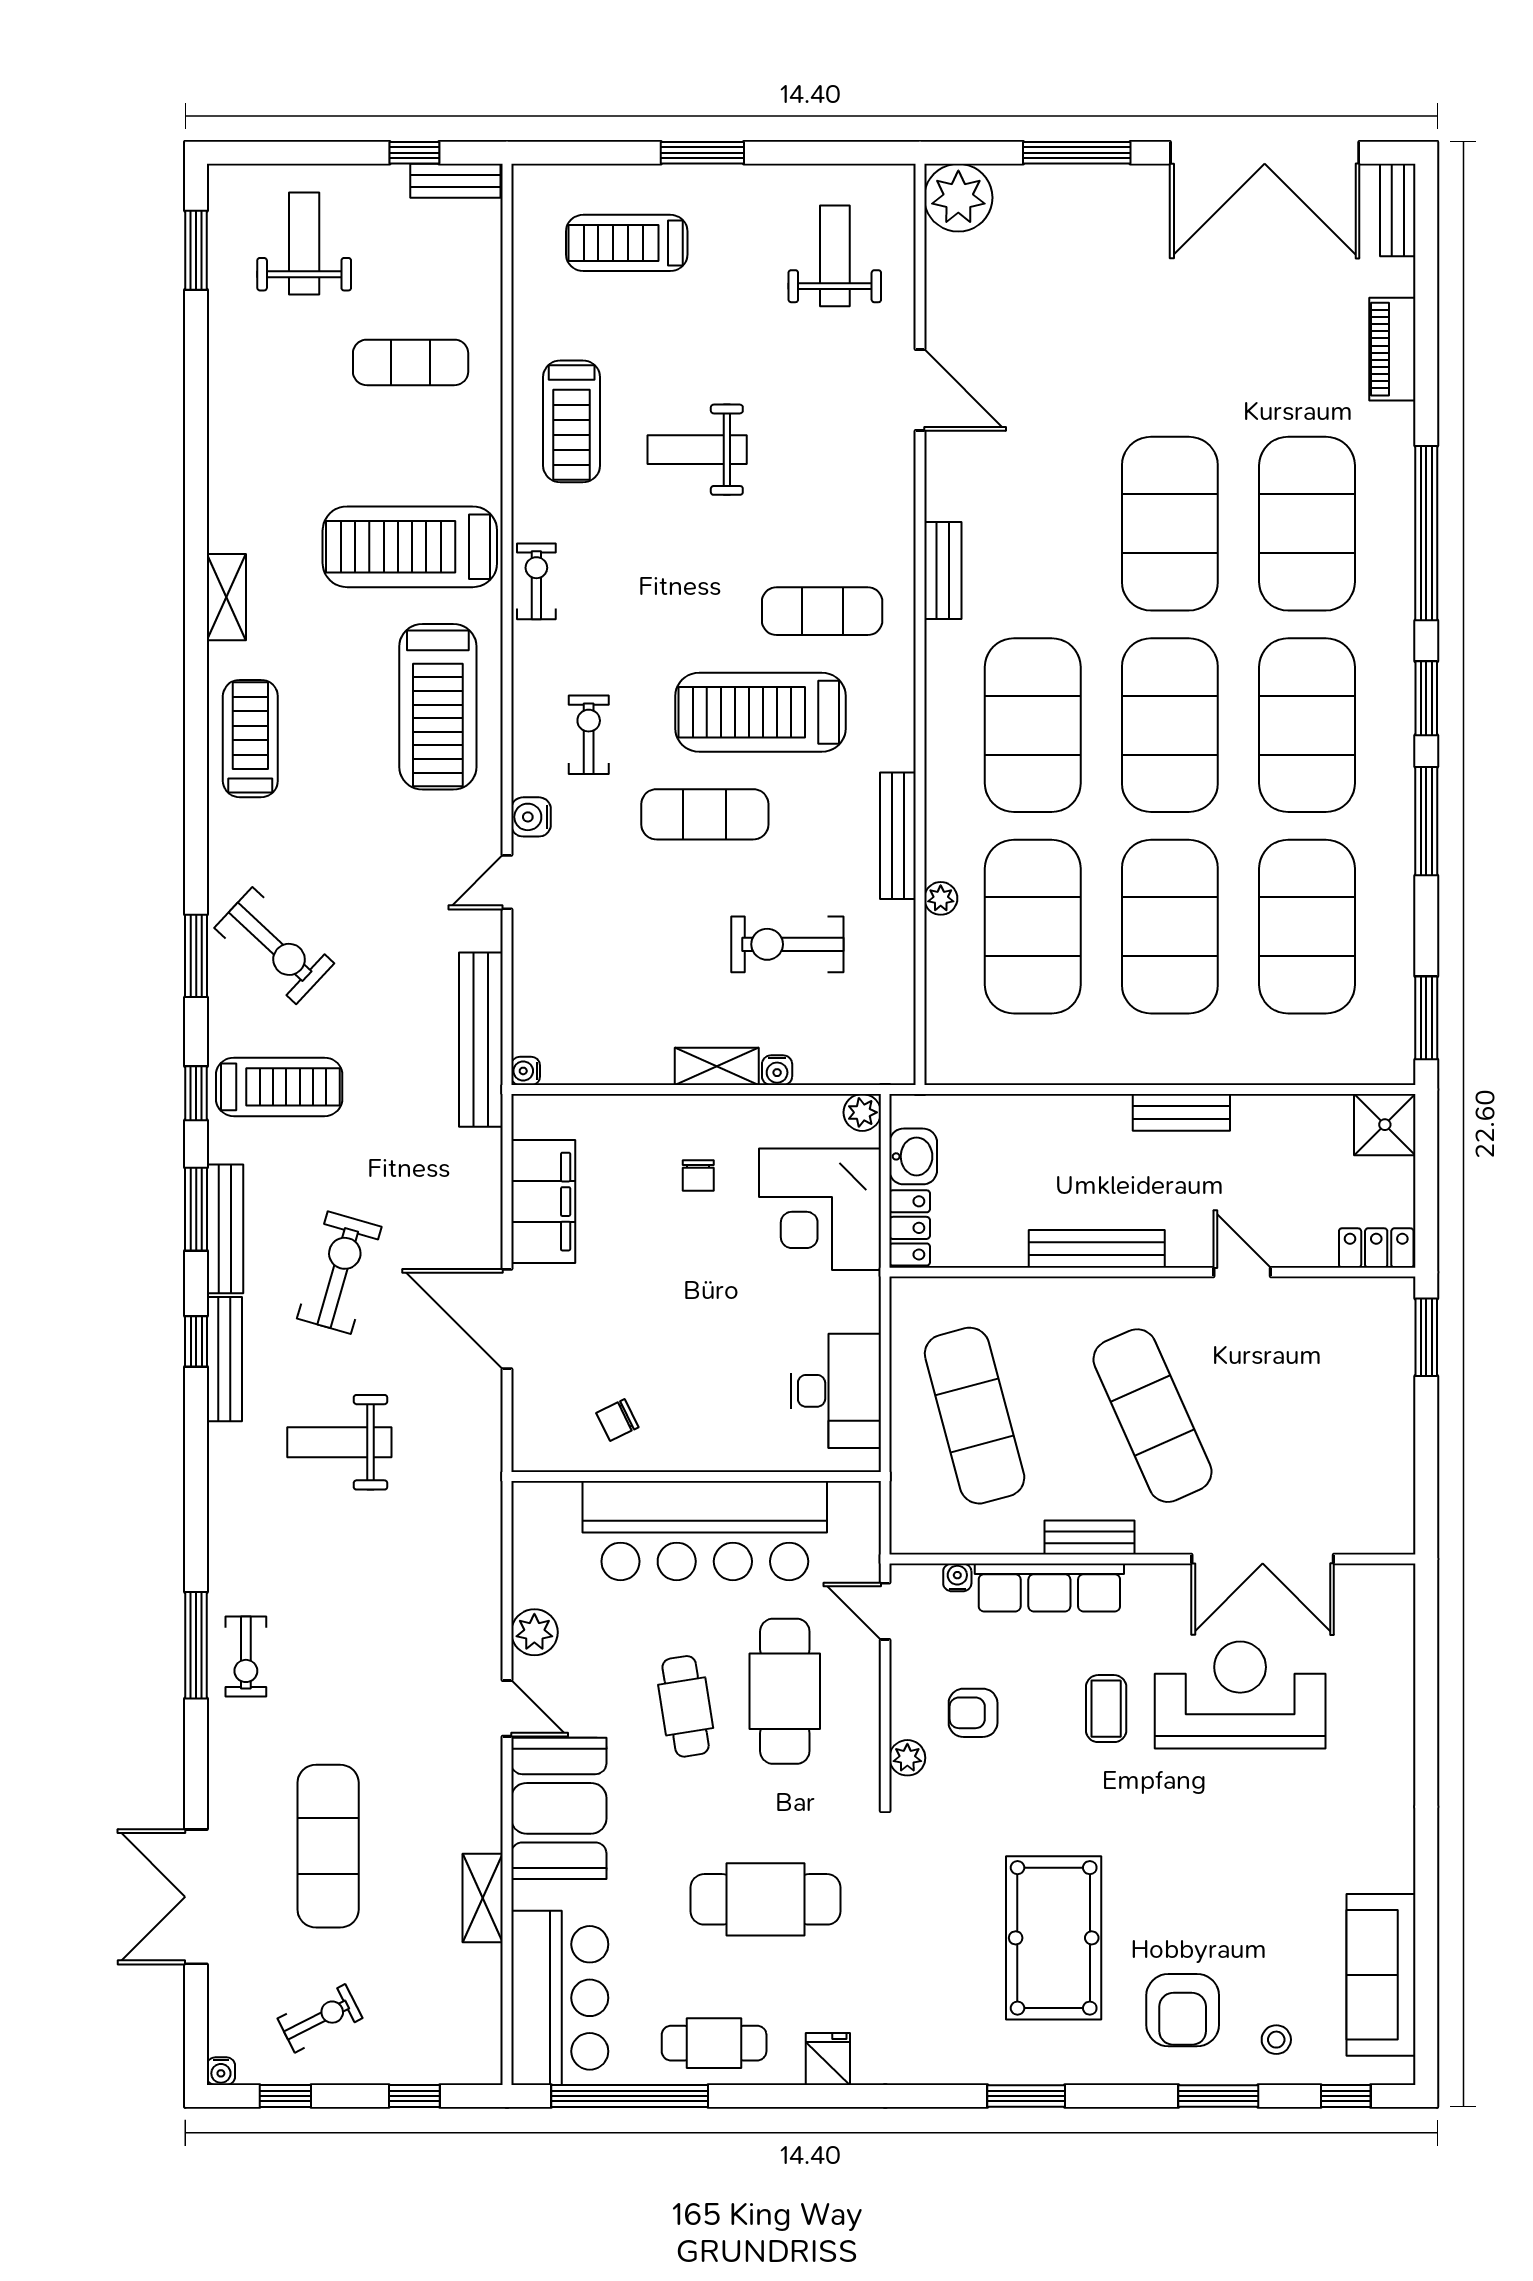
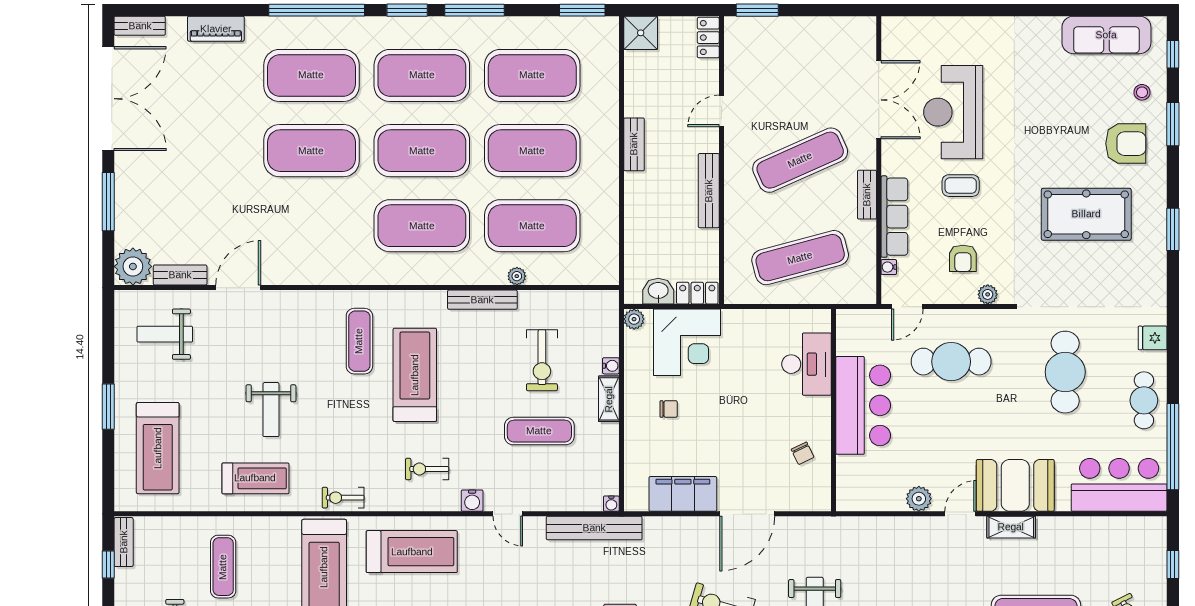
treadmill: (627, 243) -> (158, 448), width x1.37, depth x1.38
bench: (943, 571) -> (180, 275), moved
treadmill: (760, 712) -> (415, 375), turned 180
exercise mat: (705, 814) -> (539, 431), moved, turned 90
desk: (836, 1391) -> (806, 364), moved, turned 90
bar counter: (705, 1531) -> (863, 405), width x0.73
cafe table: (686, 1706) -> (959, 416), removed
shelving: (483, 1898) -> (1011, 527), moved

